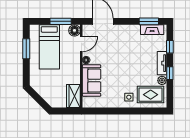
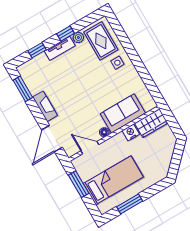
floor lamp: (74, 30) -> (80, 163), removed
fireplace: (152, 30) -> (45, 106), moved
nightstand: (75, 78) -> (131, 132), added

